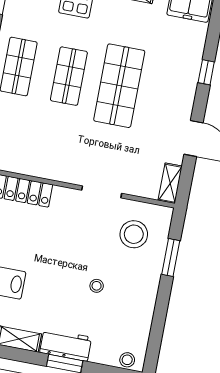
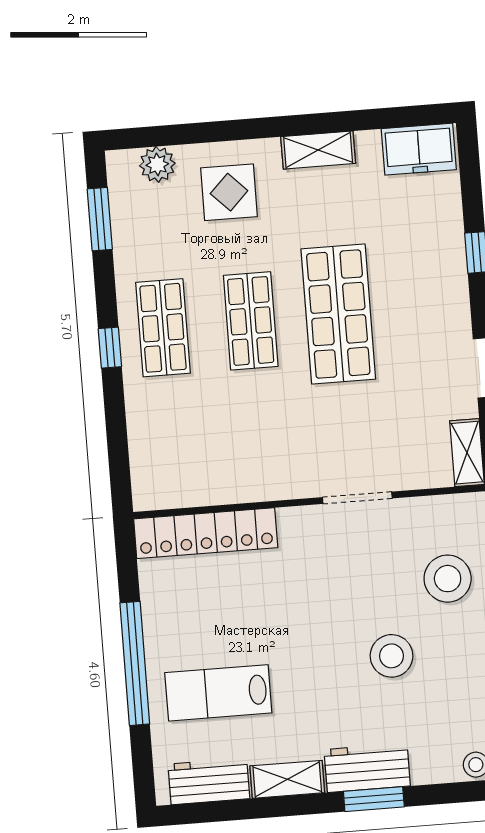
stool: (134, 234) -> (448, 579), moved
stool: (97, 286) -> (392, 656), width x1.89, depth x1.89

